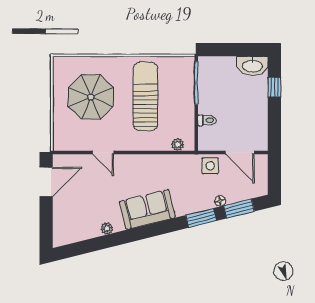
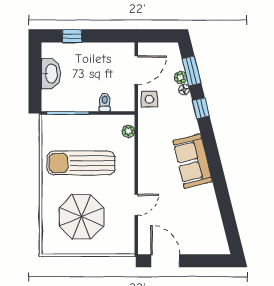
washbasin: (252, 66) -> (51, 74), moved
window: (201, 218) -> (201, 108), width x0.67
plant: (107, 228) -> (180, 77), moved

